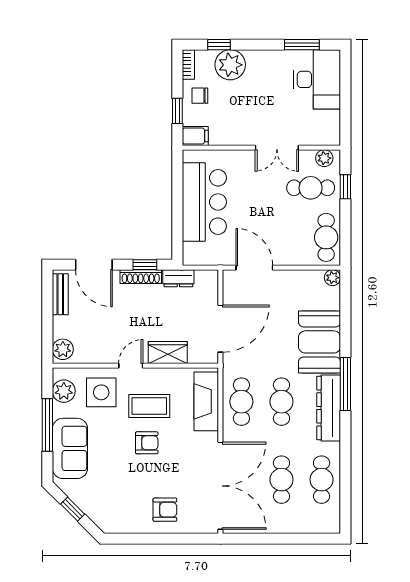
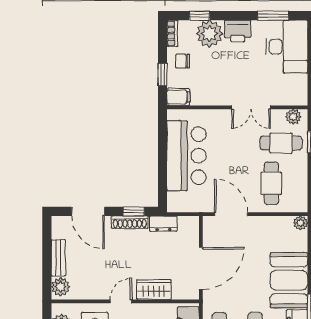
printer: (262, 62) -> (238, 31), added
cafe table: (326, 237) -> (271, 183), moved
bench: (60, 294) -> (58, 258), moved

